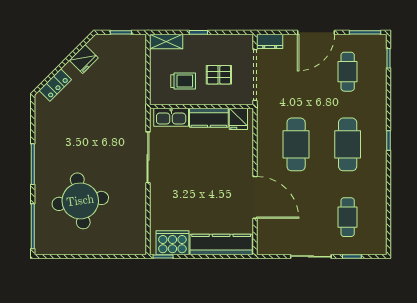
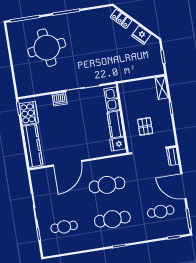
trolley: (183, 81) -> (137, 103), removed
dishwasher: (159, 194) -> (60, 99), added

